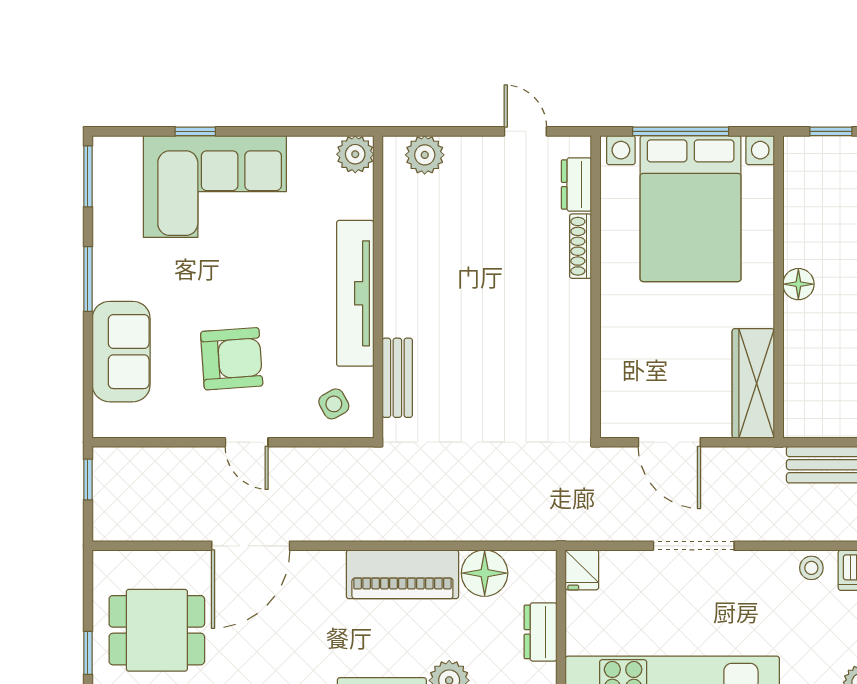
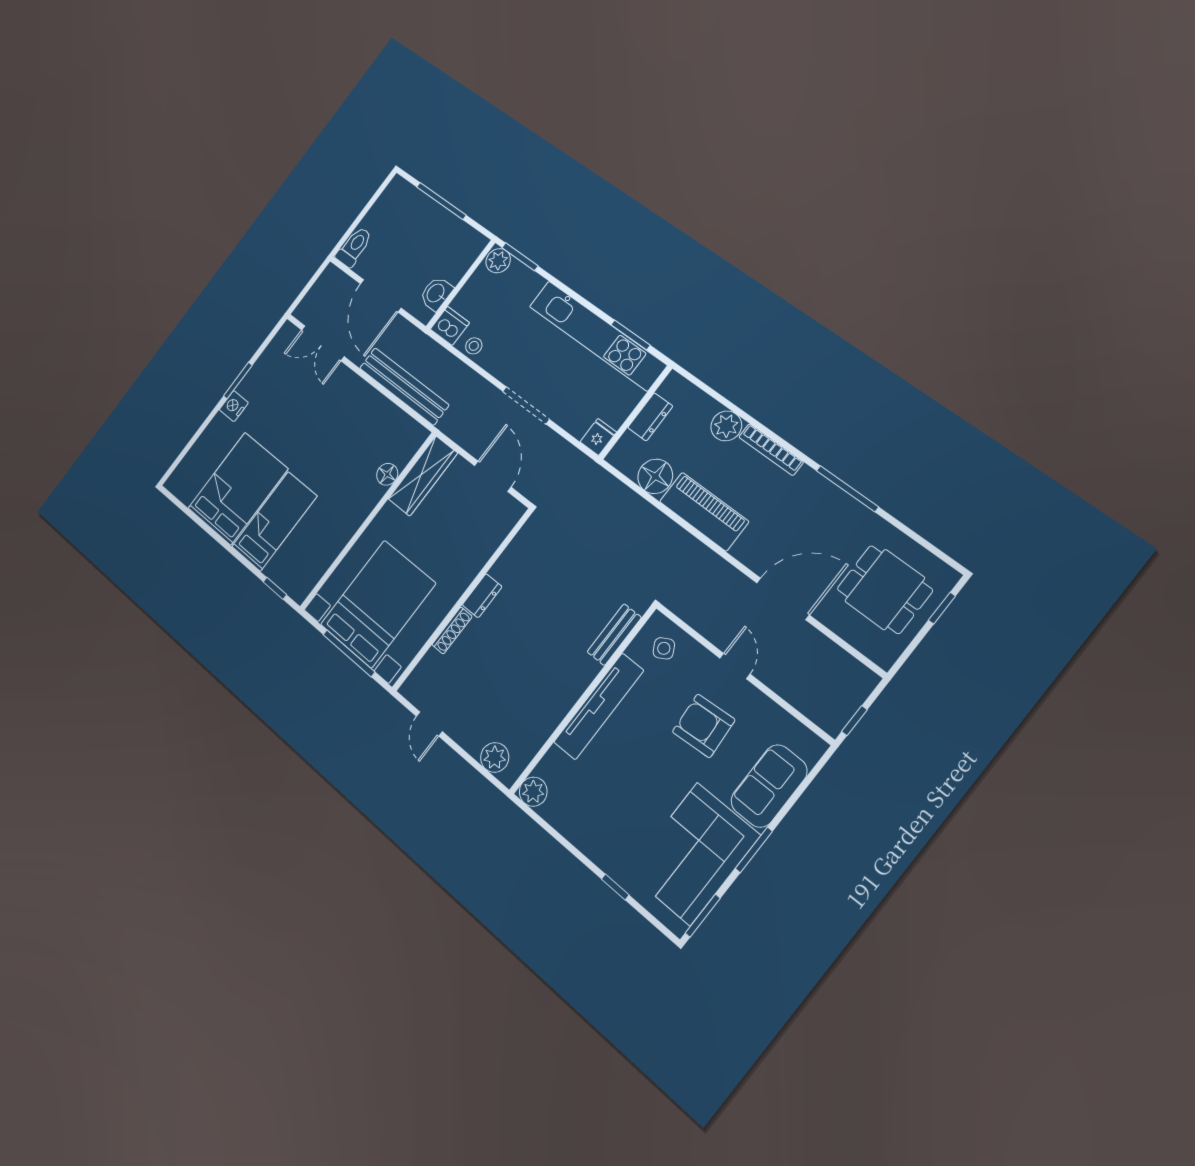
dresser: (576, 185) -> (482, 596), moved
corner sofa: (215, 186) -> (694, 854), moved, turned -90
floor lamp: (798, 284) -> (387, 474), moved

